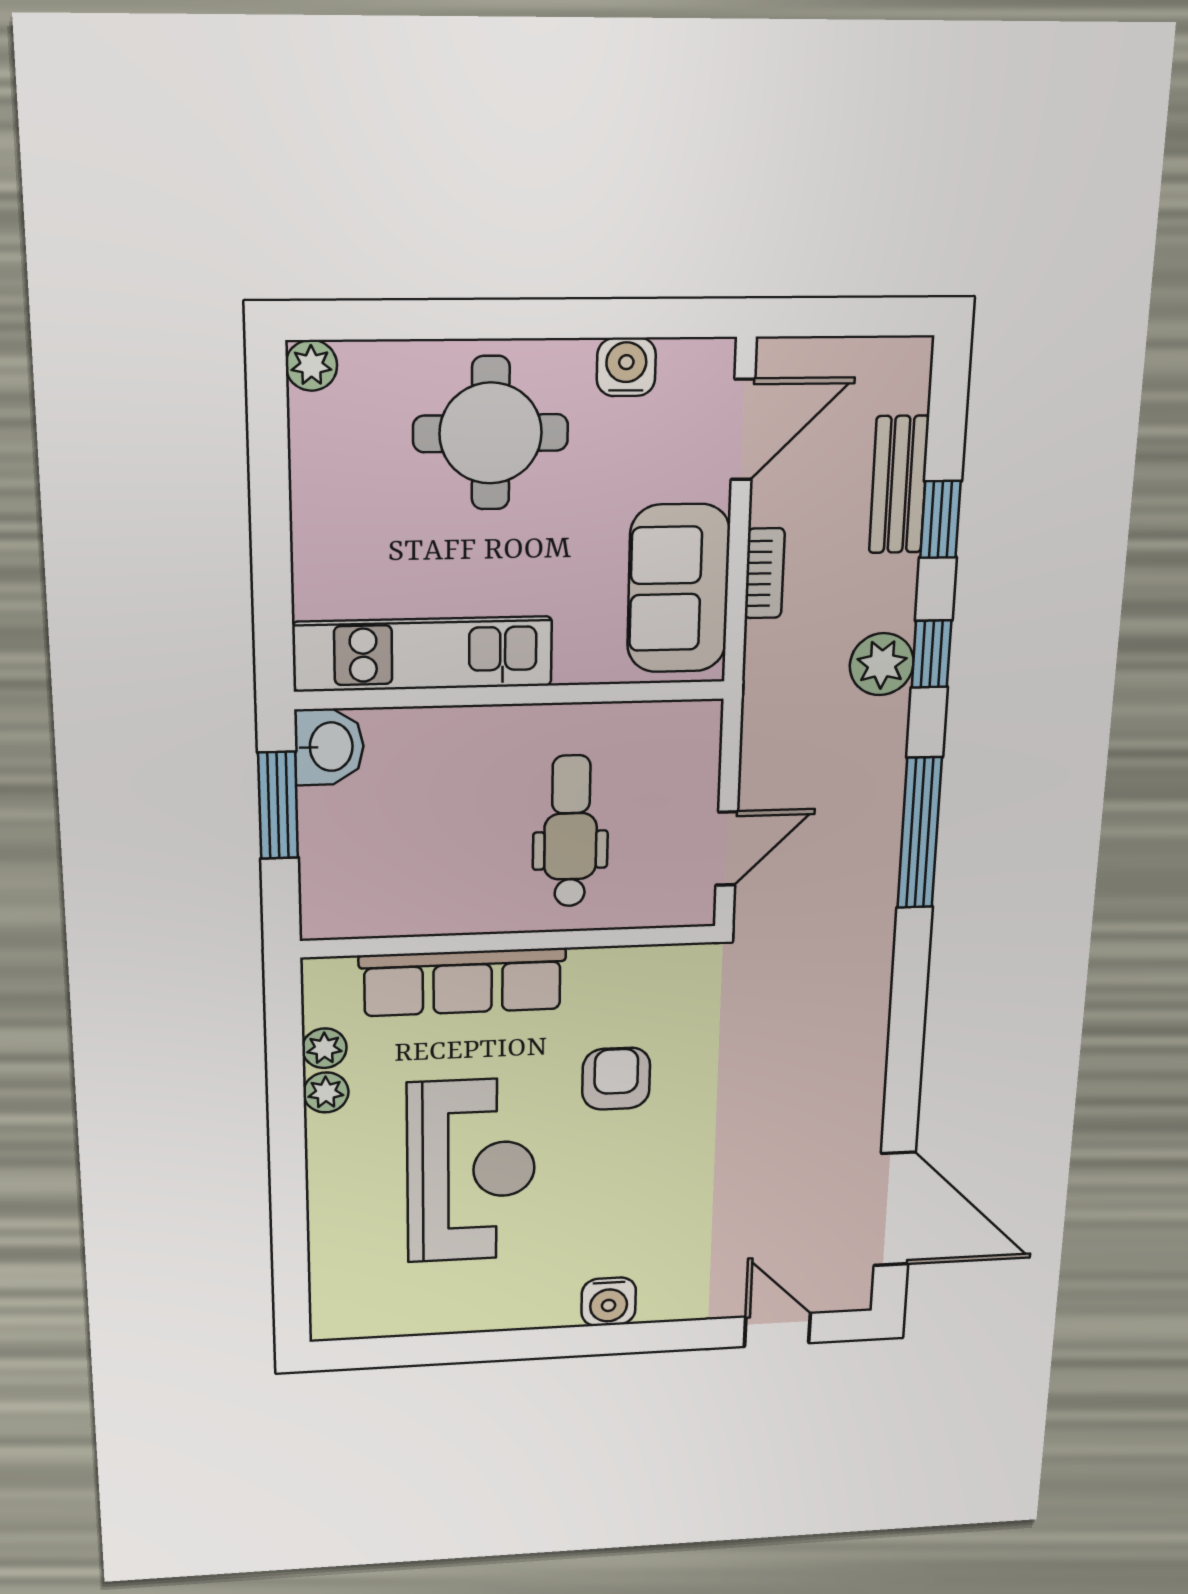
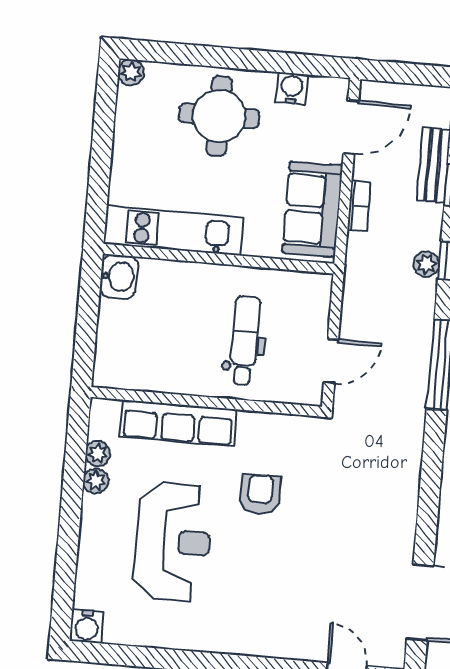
plant: (882, 664) -> (426, 264), width x0.73, depth x0.73
window: (278, 805) -> (88, 307), removed
water cooler: (609, 1302) -> (87, 626), moved

